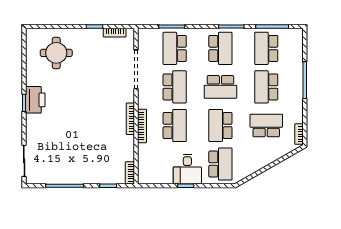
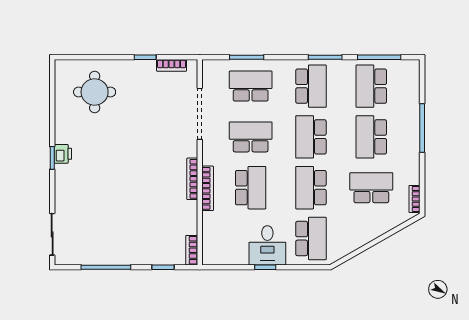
school desk: (175, 48) -> (251, 86), turned 90
school desk: (175, 87) -> (251, 137), turned -90
school desk: (220, 87) -> (311, 137), turned 90
printer: (35, 100) -> (63, 154), width x0.53, depth x0.68

